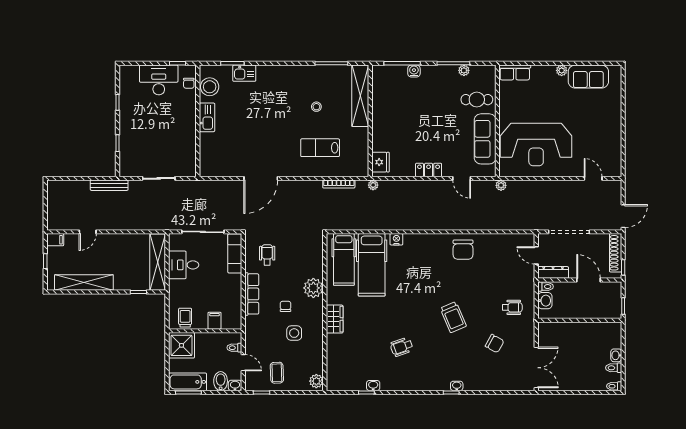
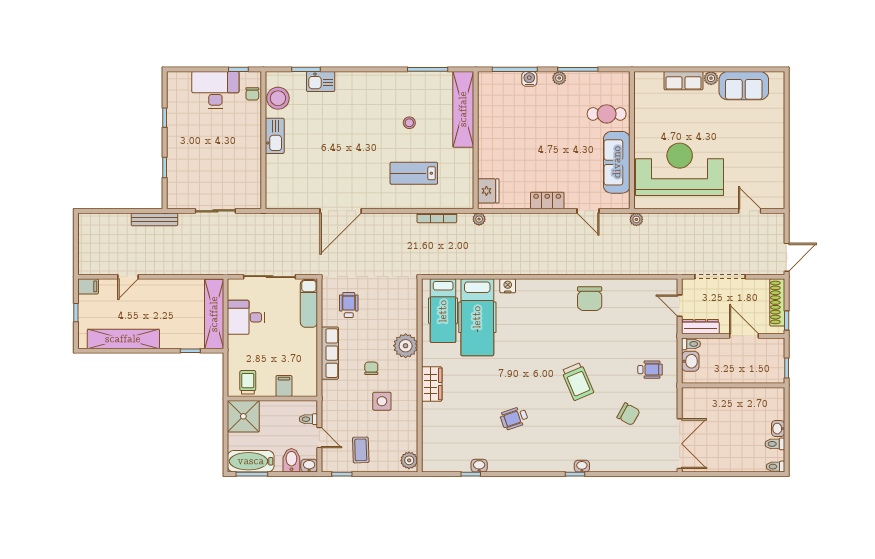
plant: (464, 70) -> (559, 78), moved
row of seats: (515, 72) -> (684, 81), moved
reception desk: (536, 144) -> (680, 169), turned 180

